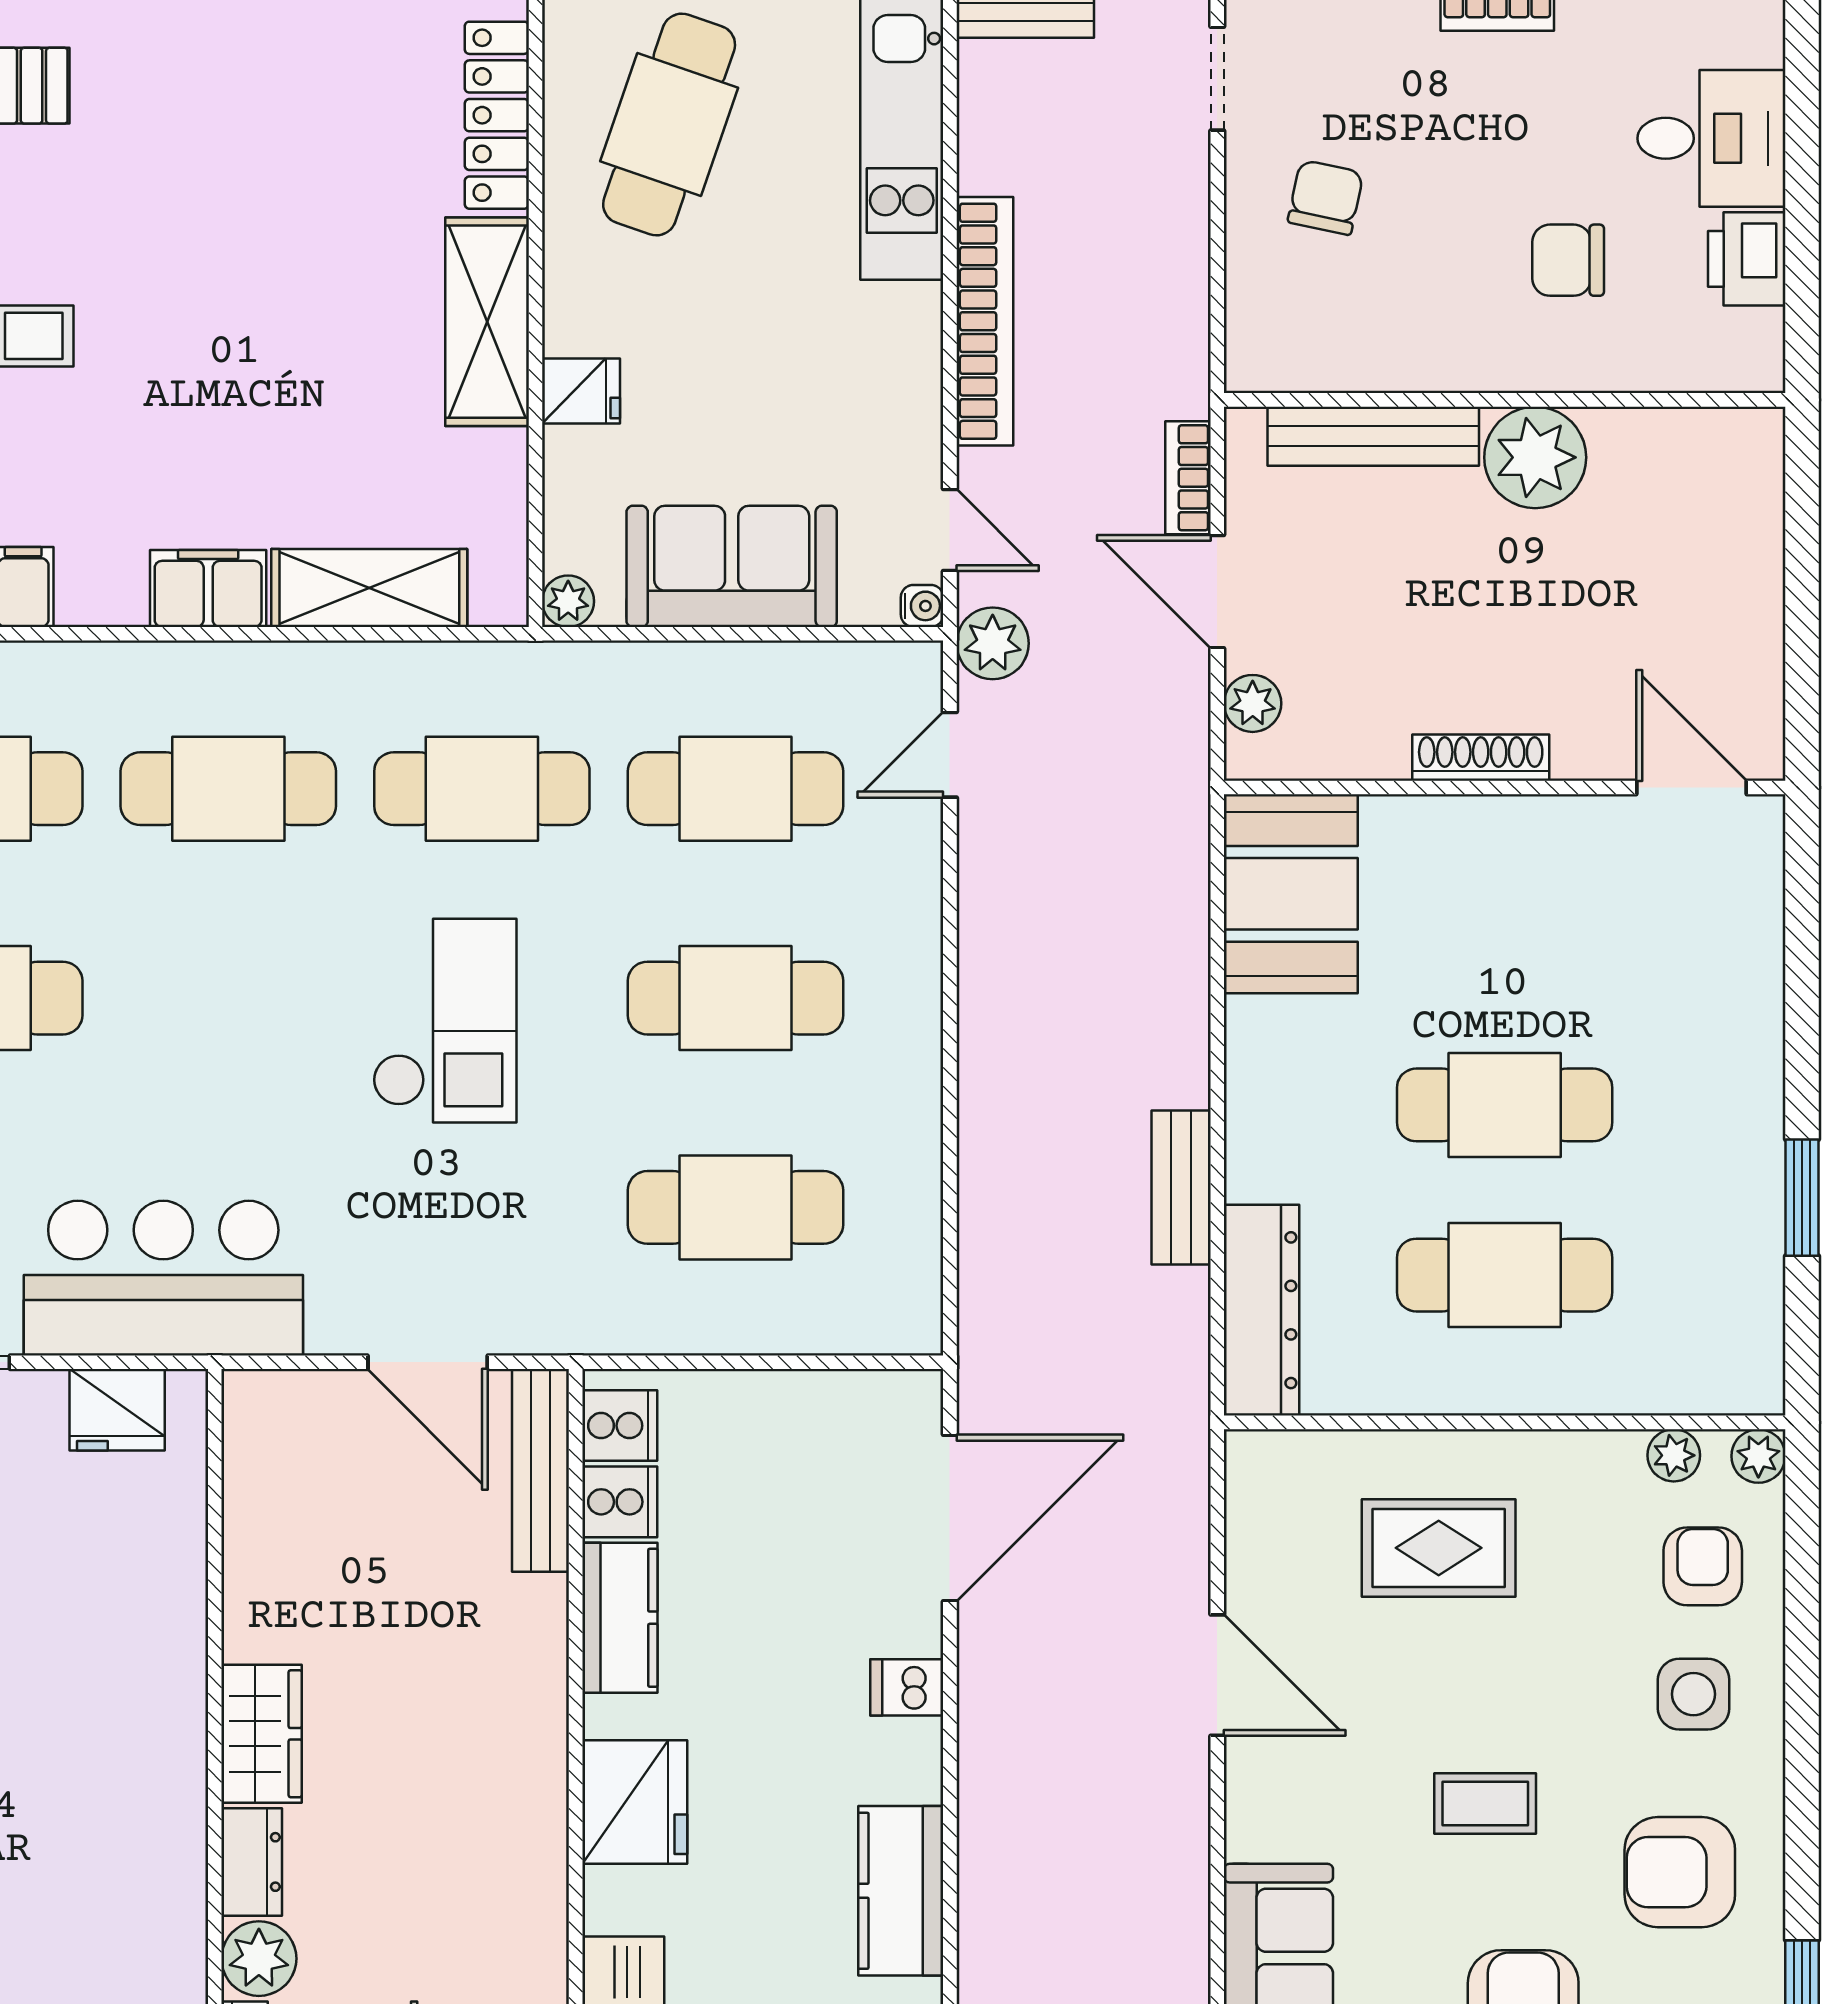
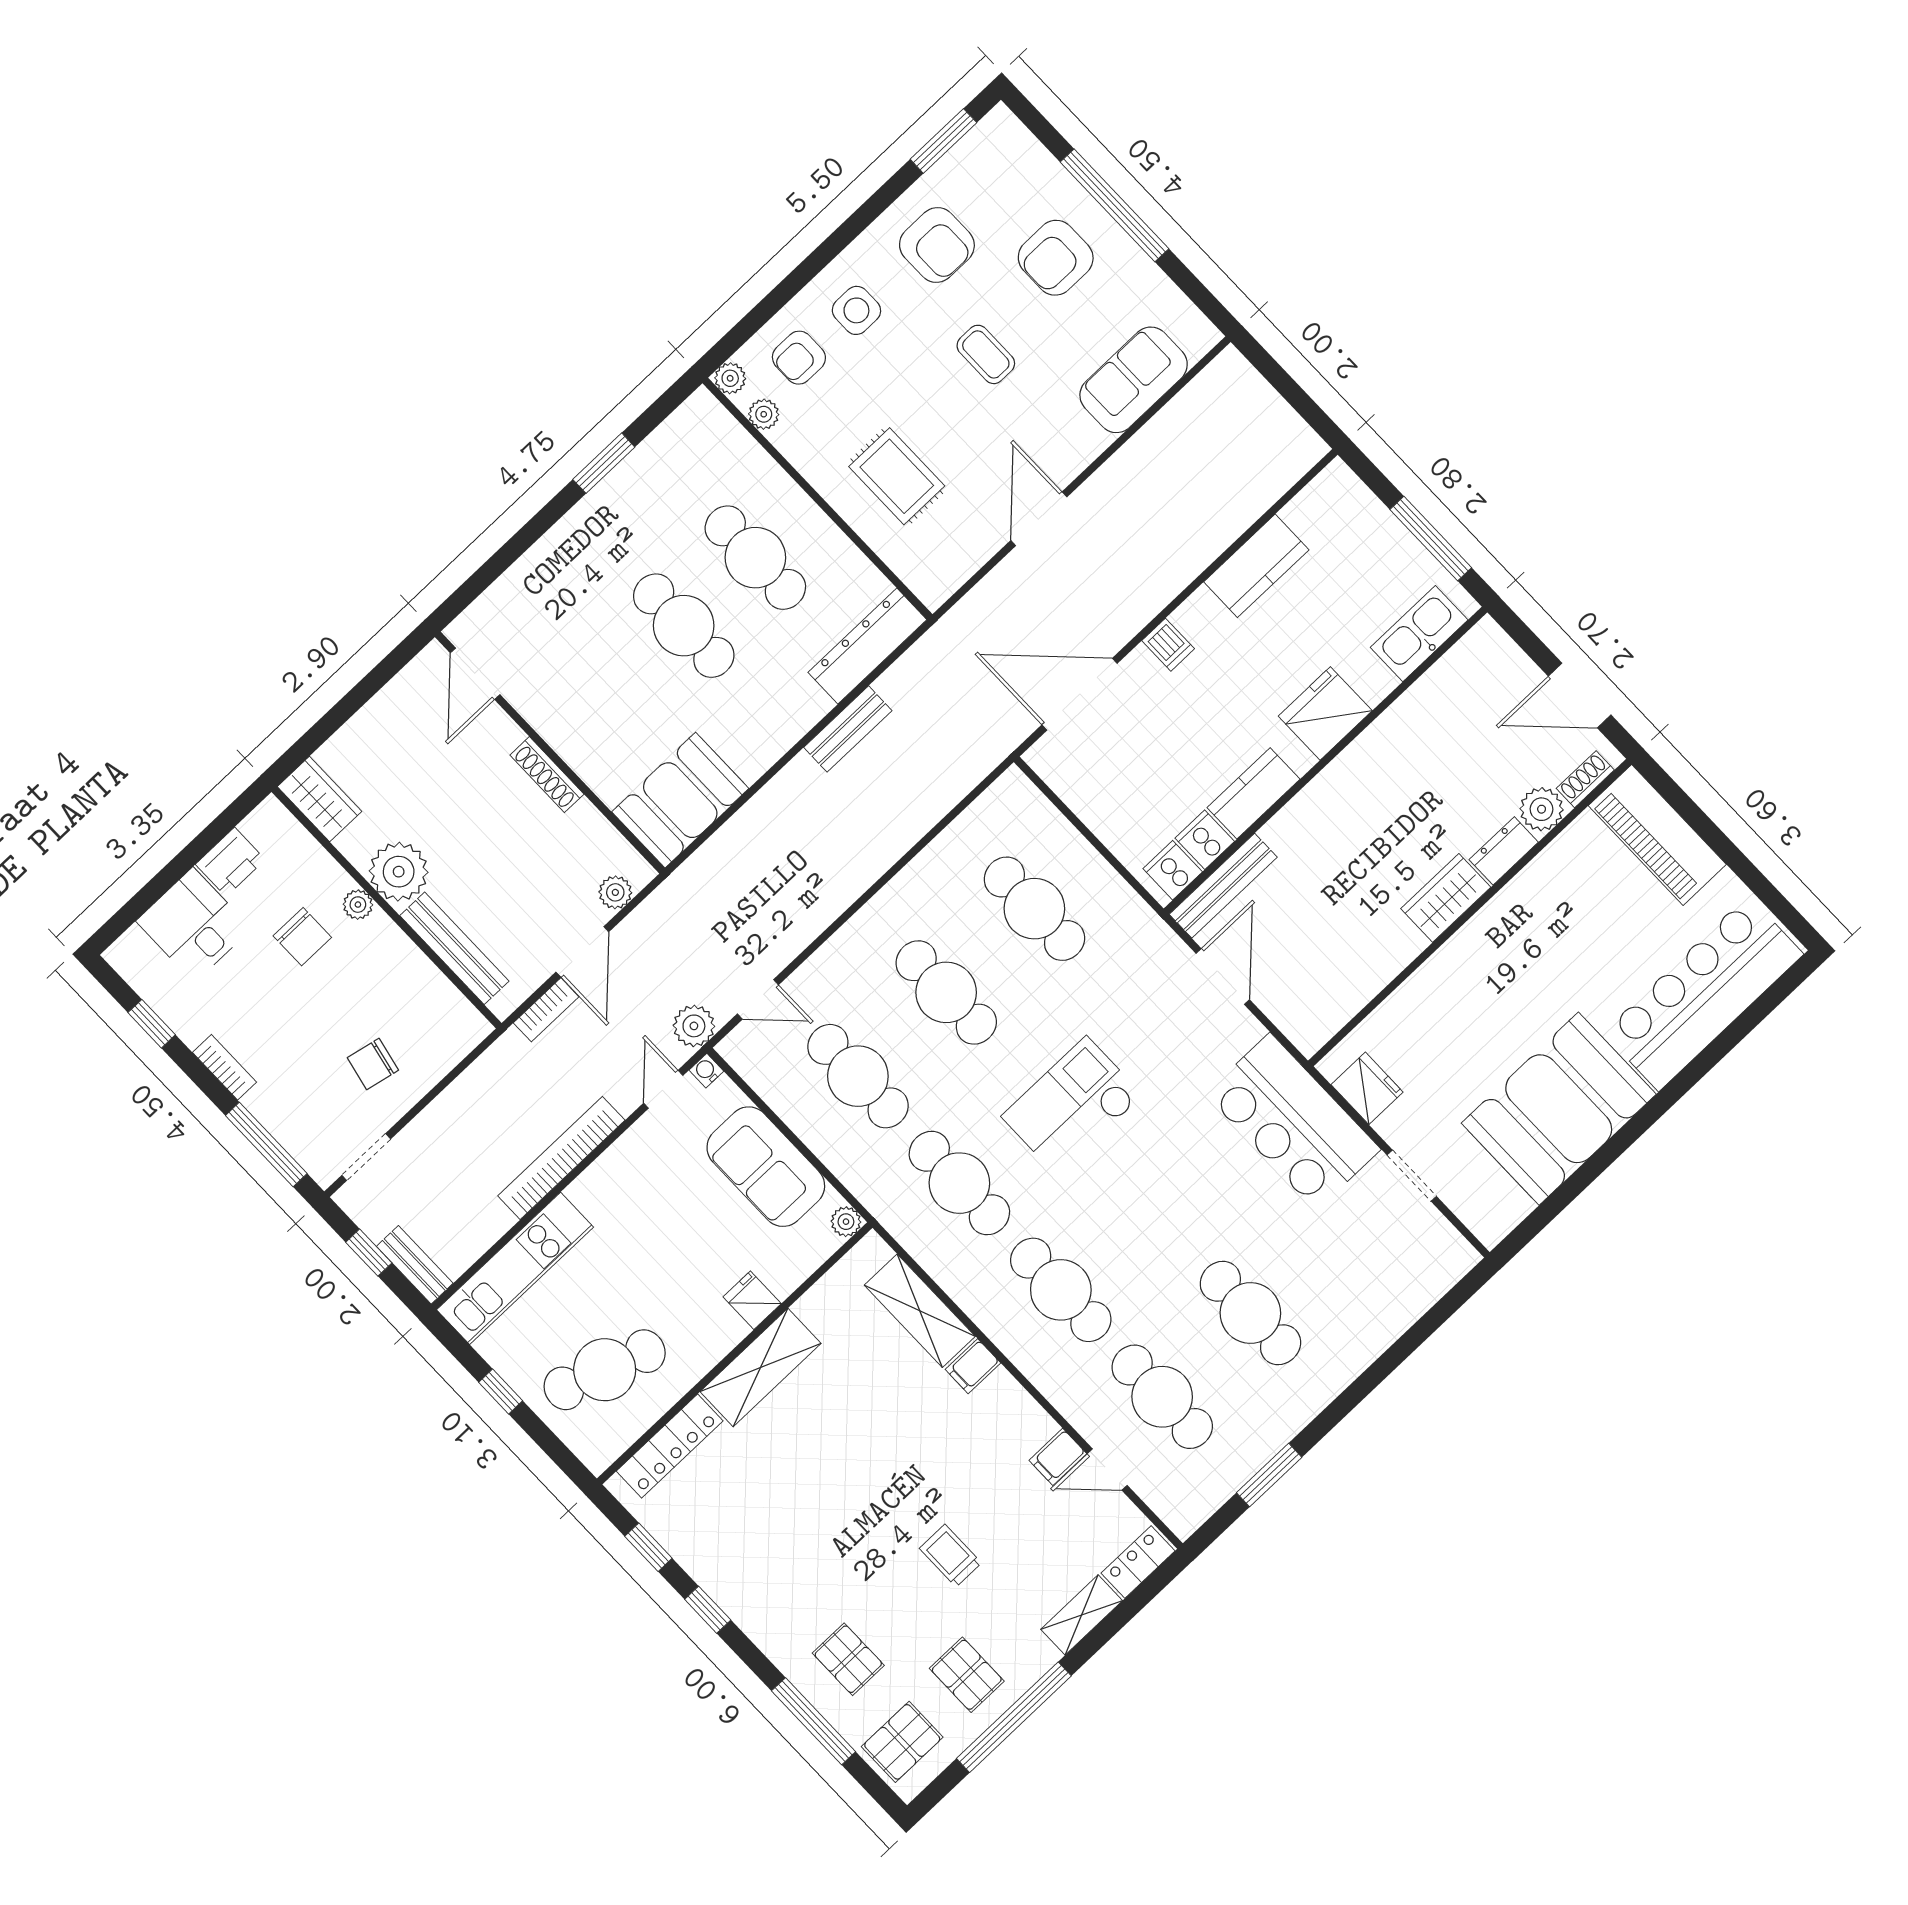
plant: (1542, 368) -> (358, 905), added
wardrobe: (1720, 445) -> (319, 799), added
filing cabinet: (208, 589) -> (973, 1366), width x0.50

